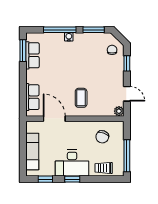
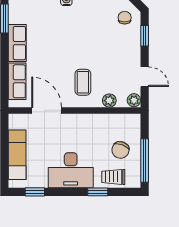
row of seats: (32, 55) -> (17, 43), moved
plant: (101, 111) -> (109, 101), added
chair: (102, 137) -> (120, 150), moved
window: (72, 179) -> (98, 192), moved

